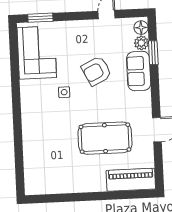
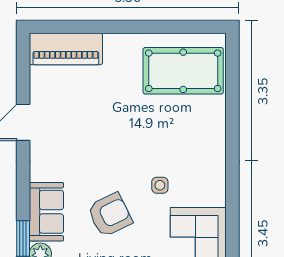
pool table: (105, 138) -> (183, 71), moved

